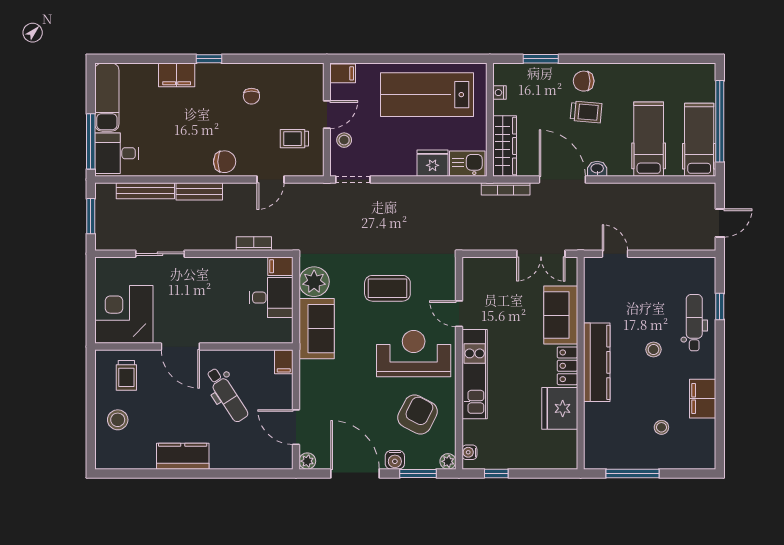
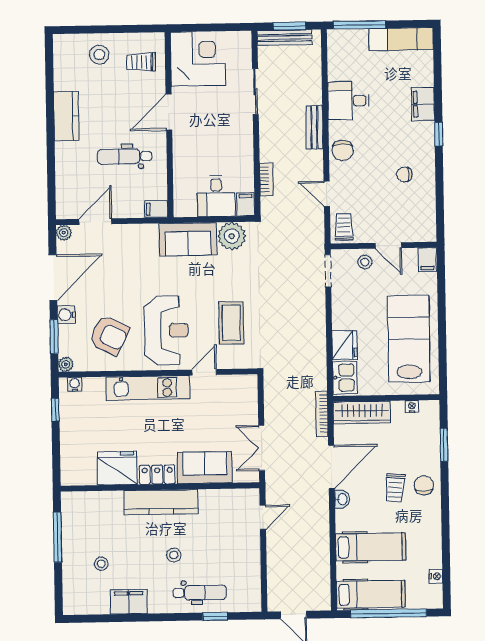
nightstand: (681, 70) -> (436, 576), added
trolley: (294, 139) -> (344, 227), moved
desk: (117, 153) -> (348, 101), moved, turned -90
bench: (145, 191) -> (285, 38), moved, turned 90
coffee table: (387, 288) -> (231, 323), moved
dental chair: (227, 395) -> (124, 156), turned 33

